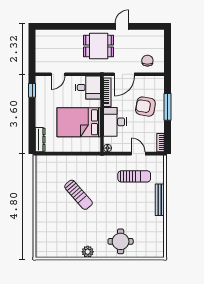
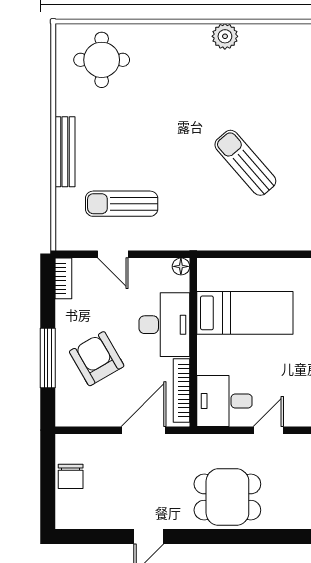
dining table: (99, 46) -> (227, 497), moved
chair: (147, 61) -> (71, 476), moved
door: (58, 74) -> (268, 430), moved
armchair: (145, 107) -> (97, 359), turned -130
bed: (79, 122) -> (245, 313), width x0.67
round table: (121, 241) -> (102, 60), moved

